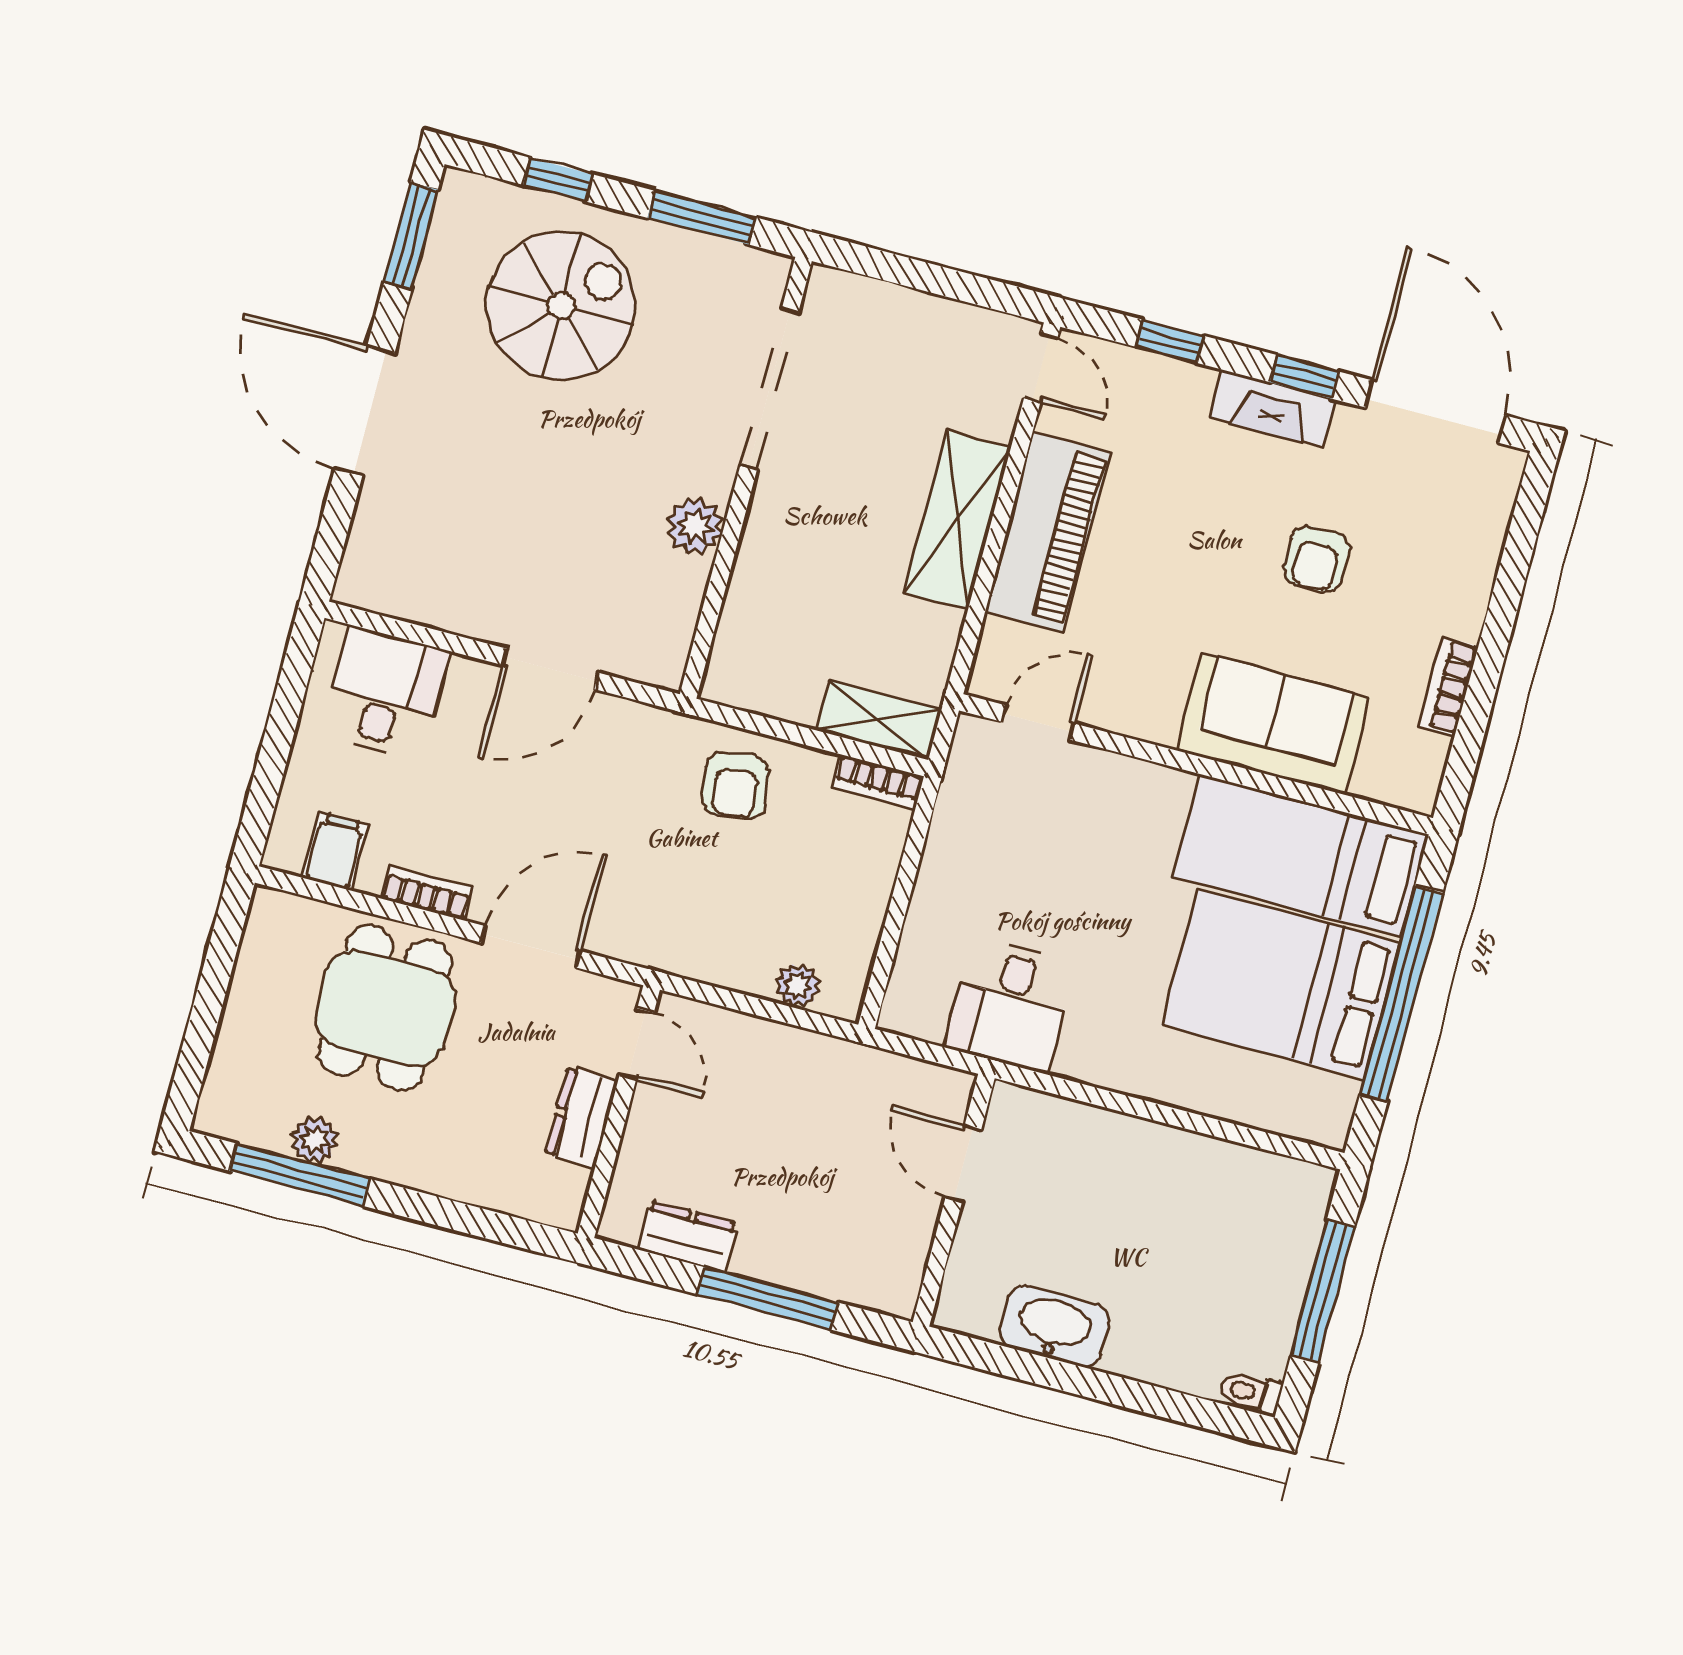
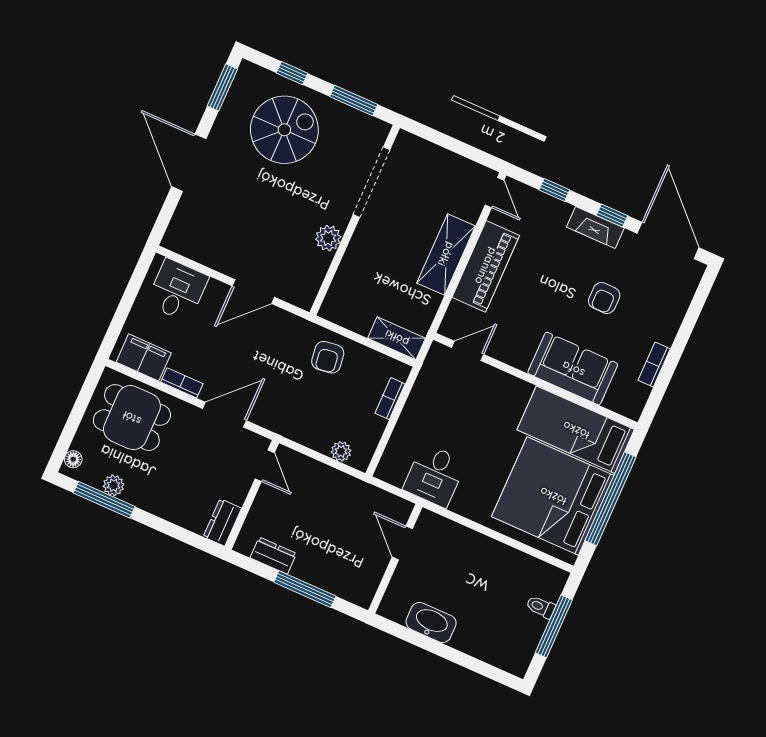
bookcase: (878, 782) -> (390, 399), moved, turned 90
filing cabinet: (335, 851) -> (144, 357), width x2.00
bed: (1281, 983) -> (553, 496), width x1.36
dining table: (385, 1008) -> (132, 418), moved, turned 90
floor lamp: (218, 1097) -> (73, 459), added
dresser: (582, 1117) -> (222, 522), moved
toilet: (1251, 1393) -> (541, 607), moved

